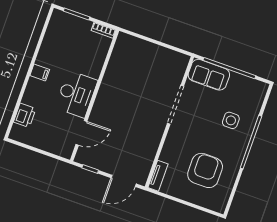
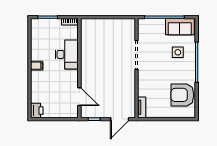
sofa: (209, 75) -> (180, 27), moved
desk: (76, 94) -> (67, 54), moved
printer: (25, 115) -> (37, 110), moved
door: (81, 133) -> (79, 97), hinge flipped
armchair: (205, 170) -> (182, 95), moved, turned -90

